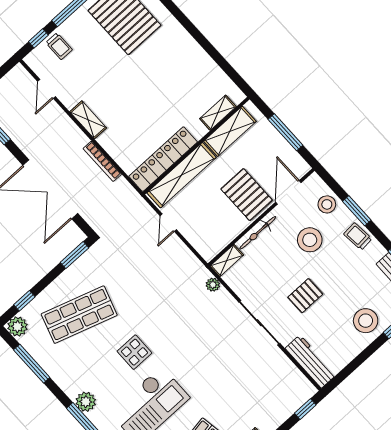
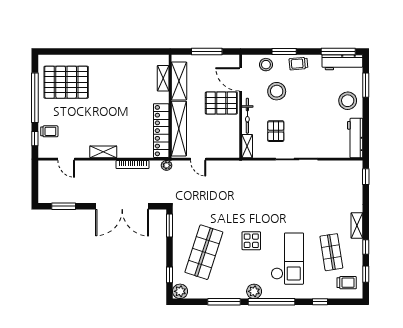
plant: (213, 285) -> (166, 165), moved
pallet: (305, 296) -> (276, 131), moved
workbench: (311, 362) -> (355, 138), moved, turned -90
window: (32, 364) -> (224, 302), moved

